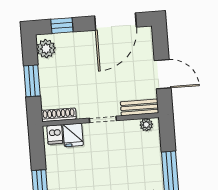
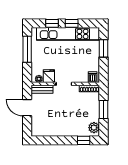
door: (116, 22) -> (52, 140), removed
fridge: (73, 135) -> (49, 76), moved

